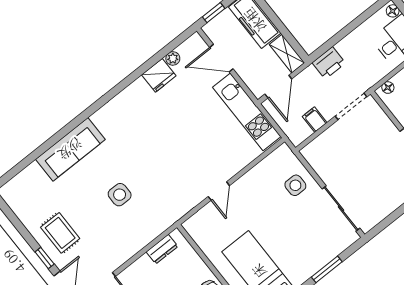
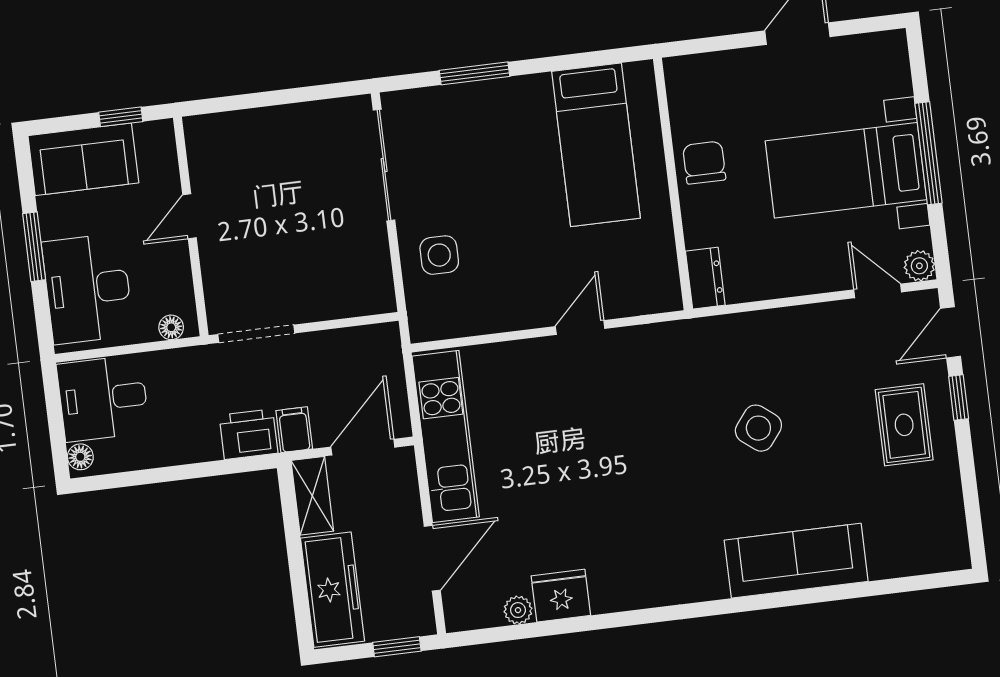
door: (221, 58) -> (432, 558), hinge flipped
filing cabinet: (315, 120) -> (294, 430), moved, turned 180
side table: (120, 195) -> (758, 428), turned 38
dresser: (162, 249) -> (705, 278), moved, turned 90

